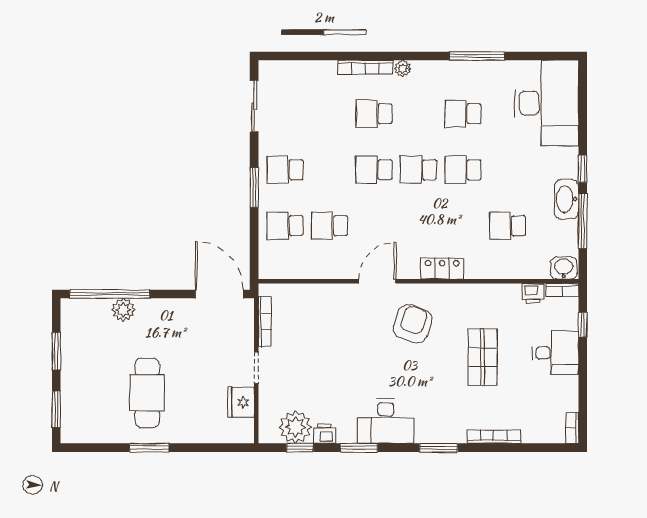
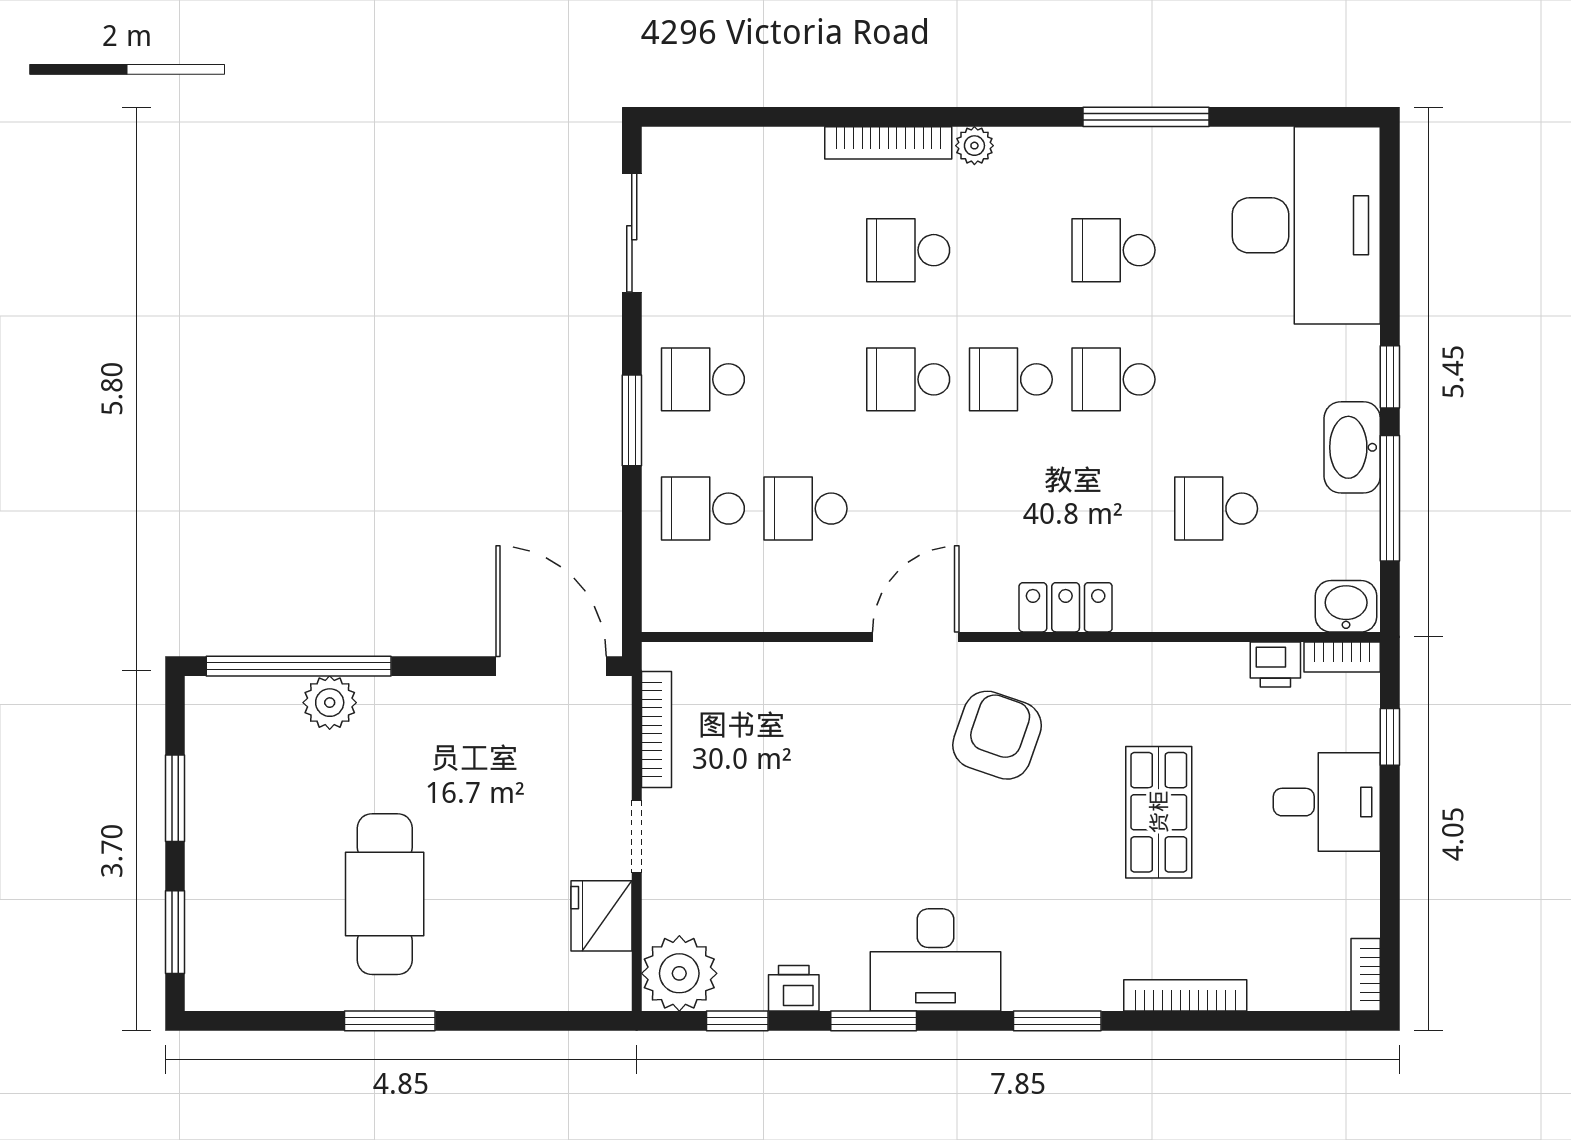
plant: (295, 427) -> (679, 973), moved

